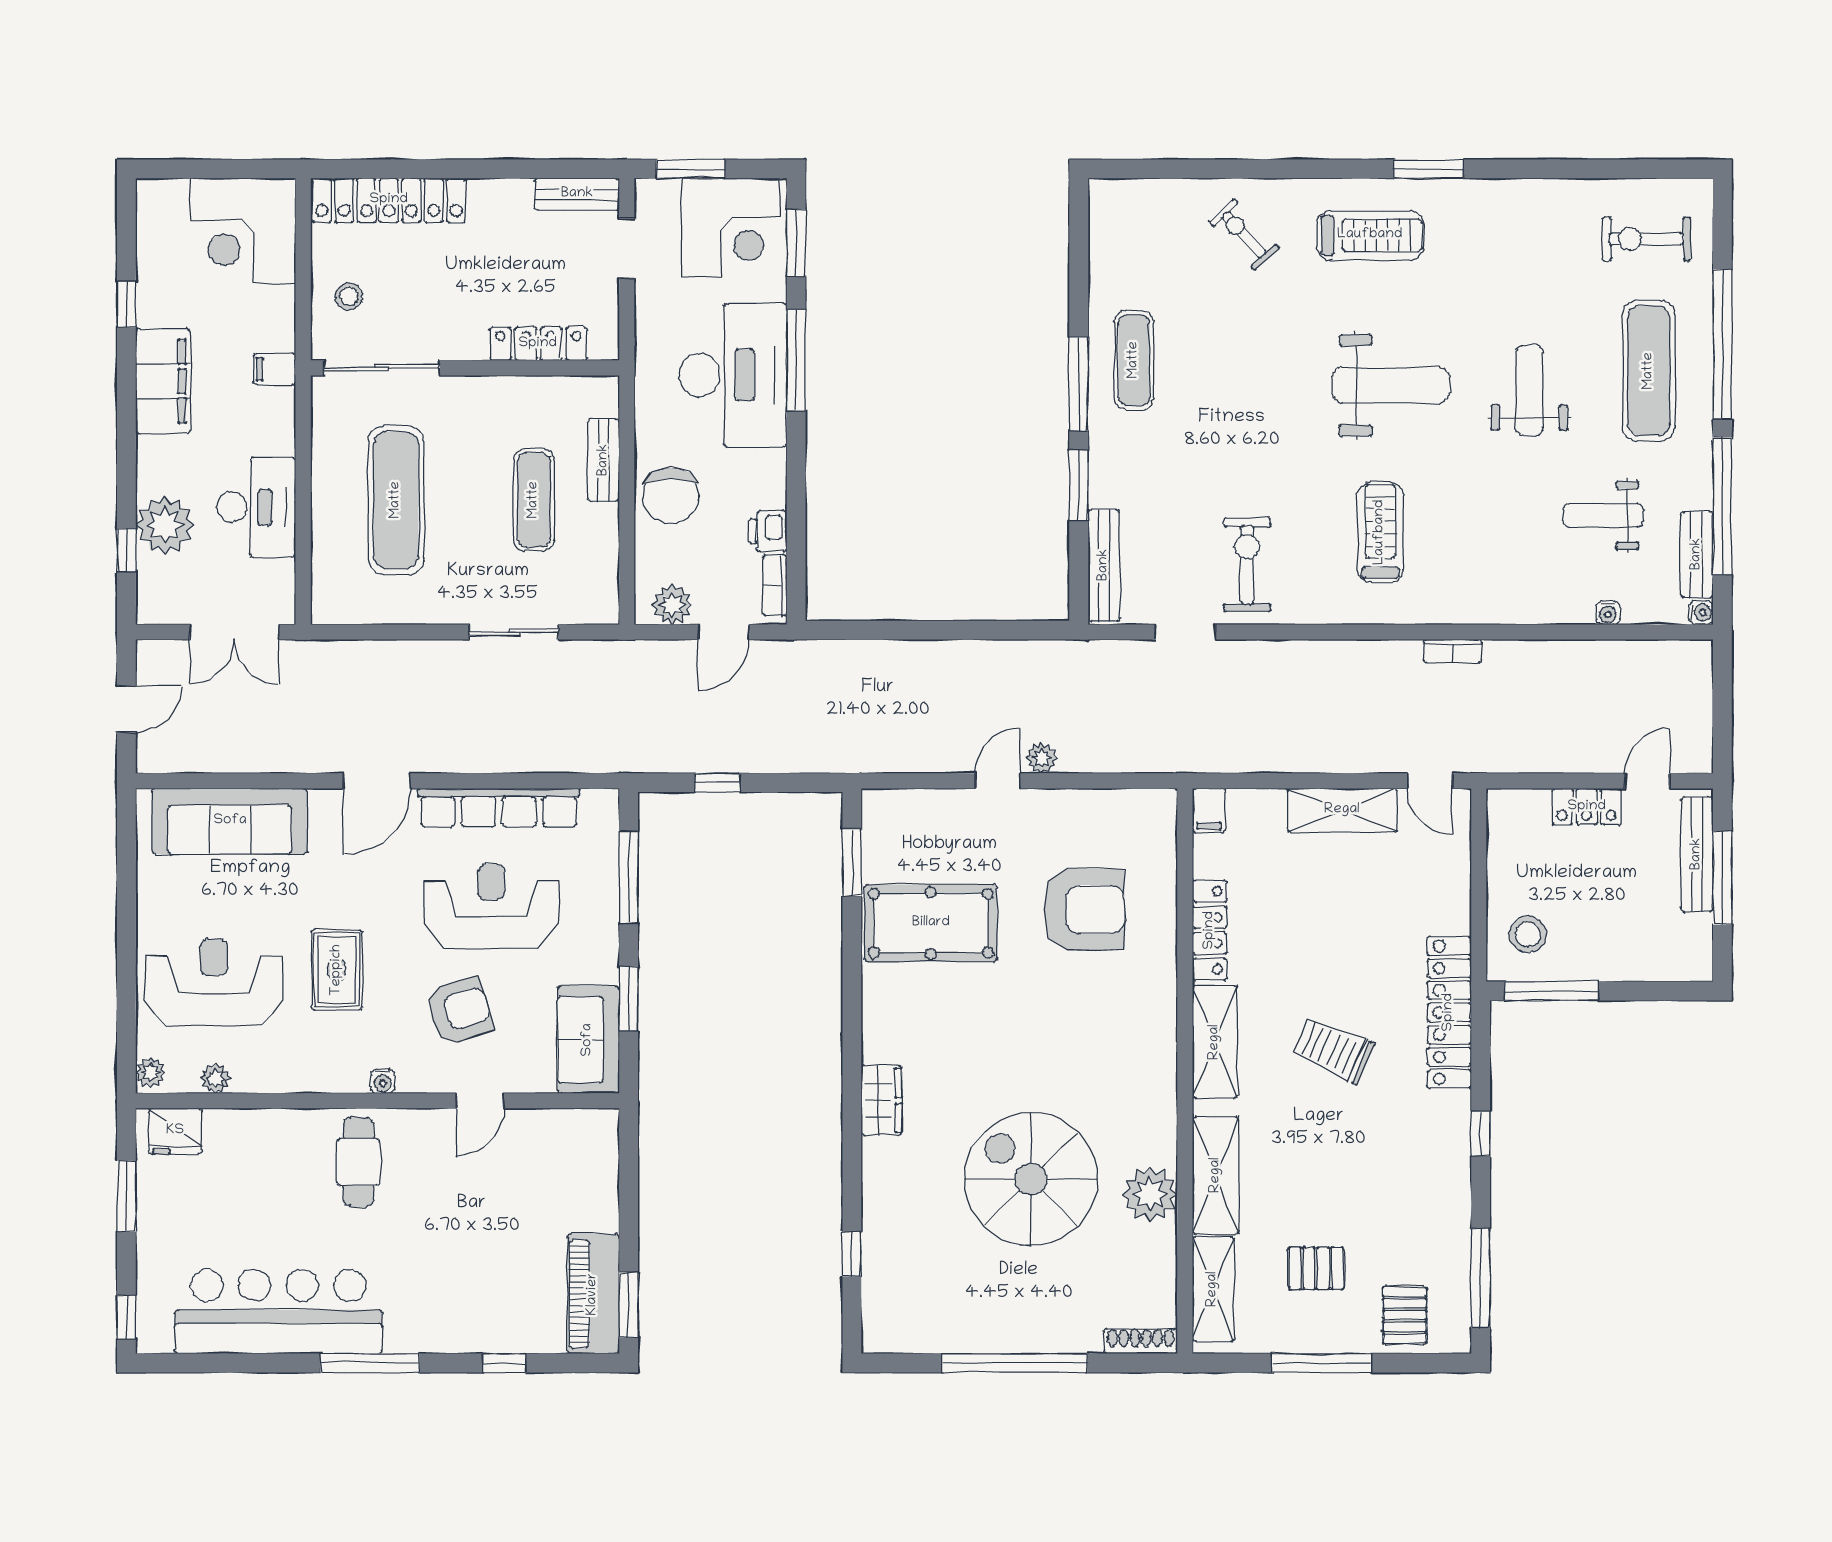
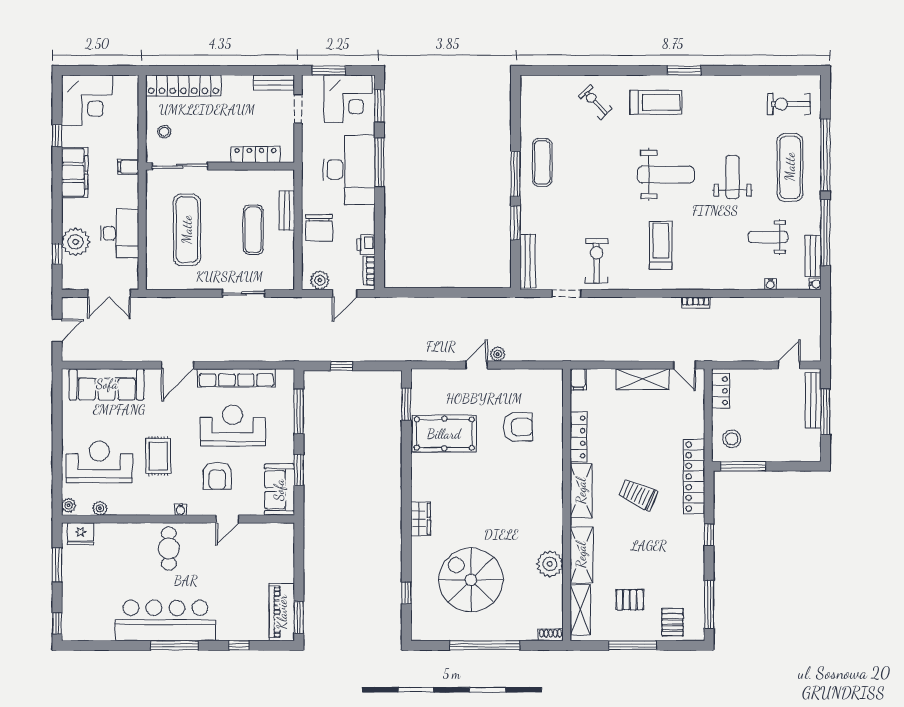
corner desk: (243, 231) -> (87, 100), moved, turned -90
locker: (1587, 807) -> (721, 391), moved, turned -90
armchair: (1084, 910) -> (518, 427), width x0.73, depth x0.73
armchair: (459, 1011) -> (217, 476), turned 108
spiral stairs: (1031, 1179) -> (471, 580), moved
bar counter: (278, 1311) -> (165, 620), moved
shoe rack: (1141, 1341) -> (551, 635), width x0.70

